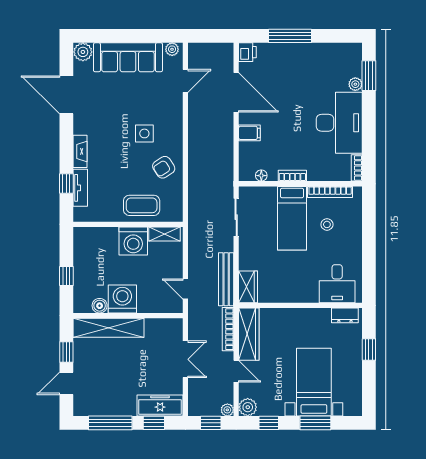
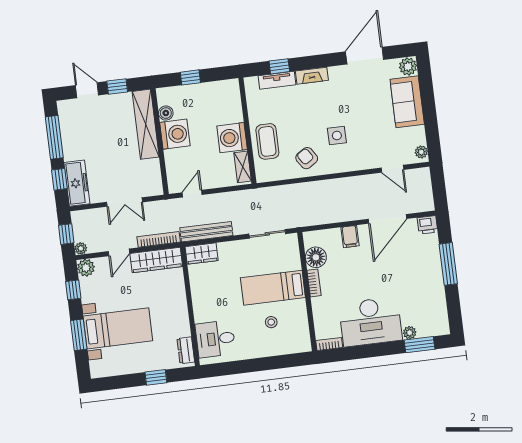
sofa: (128, 57) -> (407, 102), width x0.73
floor lamp: (261, 176) -> (316, 257), width x1.89, depth x1.89
bookcase: (330, 192) -> (303, 321), removed

